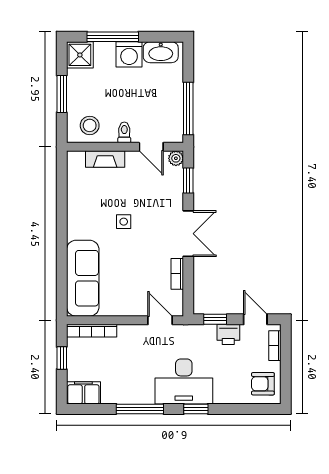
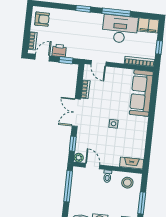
fireplace: (105, 159) -> (132, 163), moved
door: (255, 319) -> (42, 58), swing flipped
desk: (184, 381) -> (120, 29), moved

